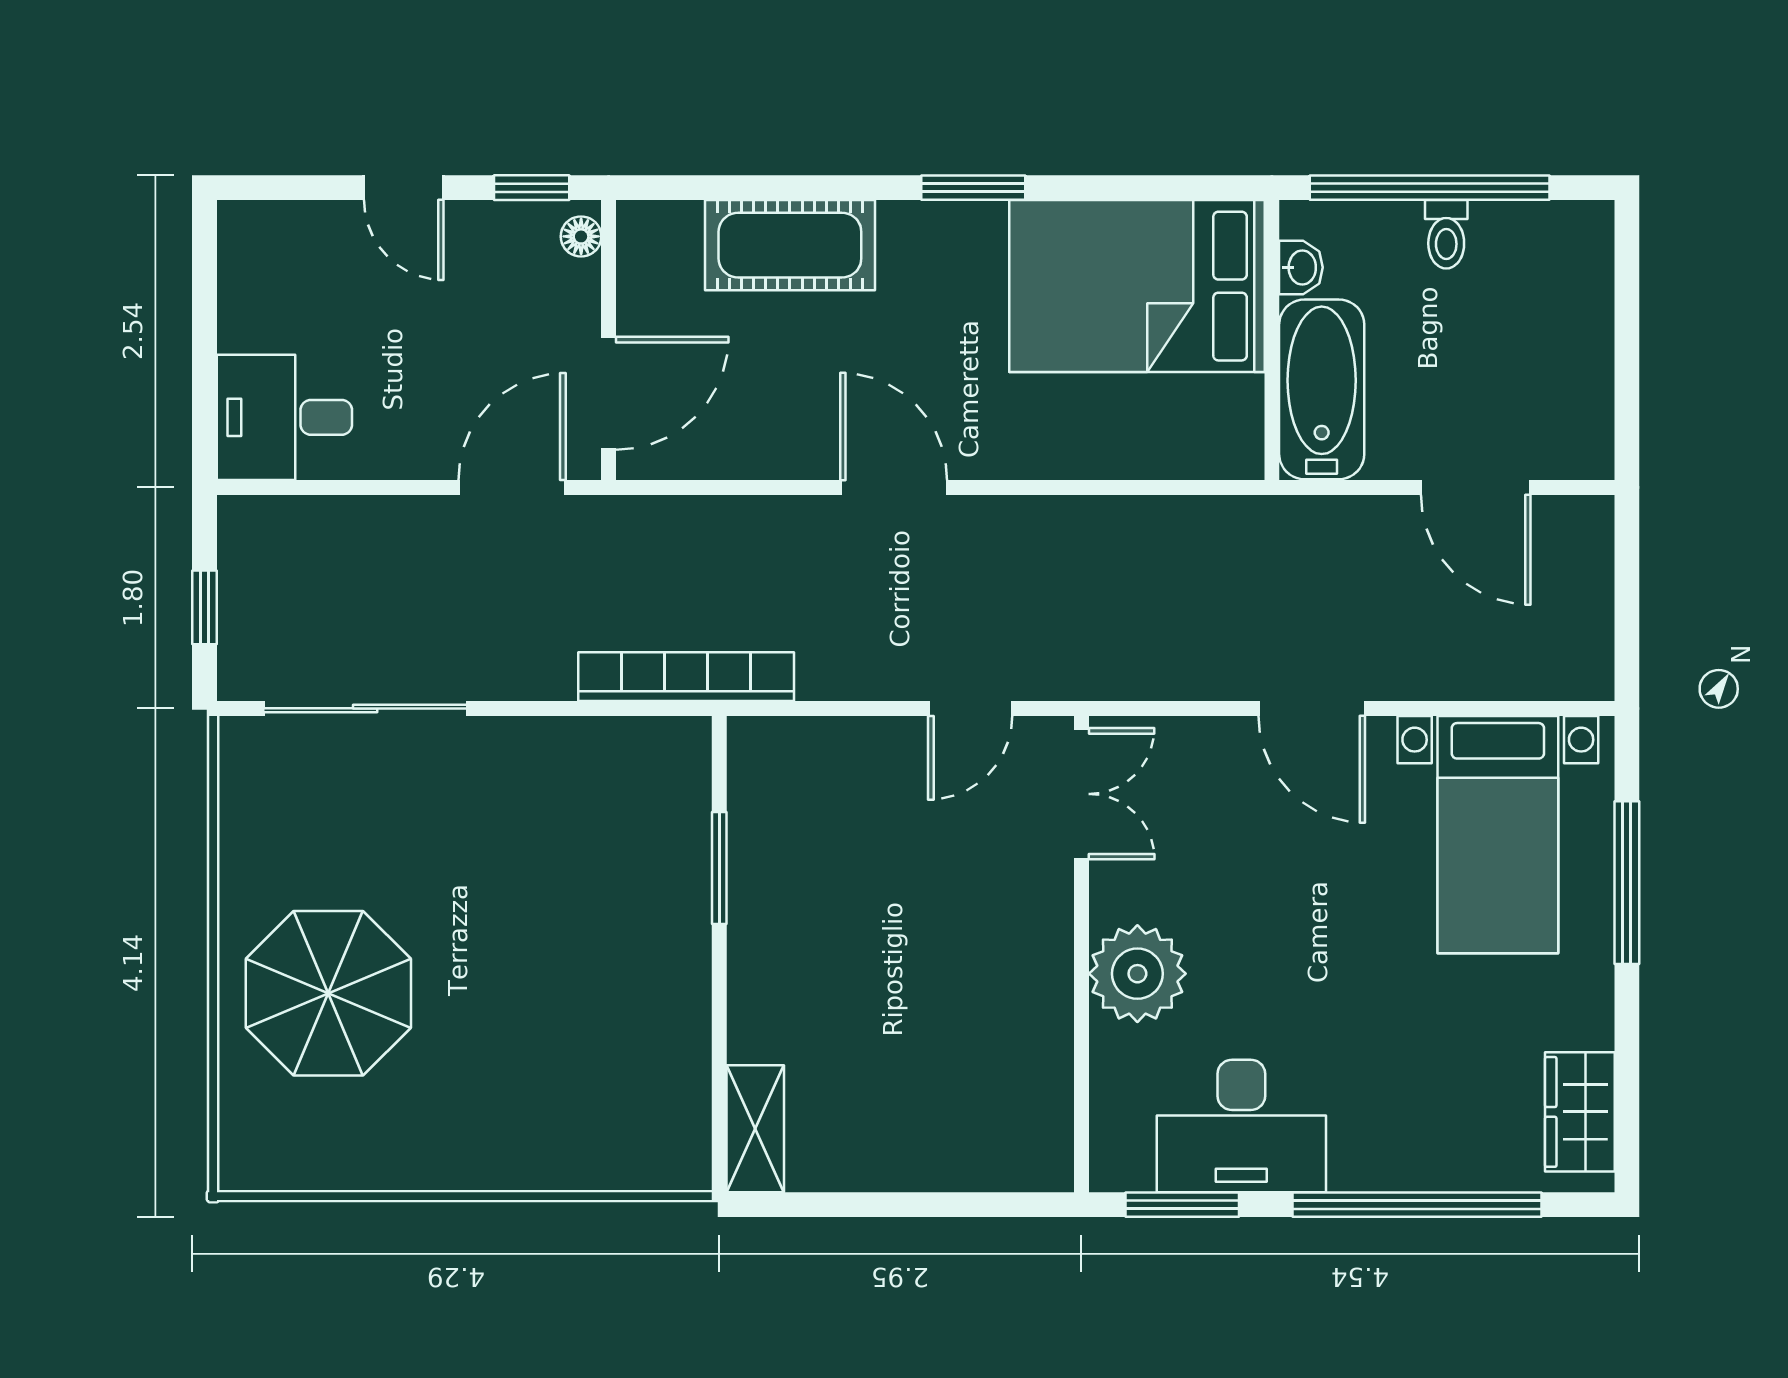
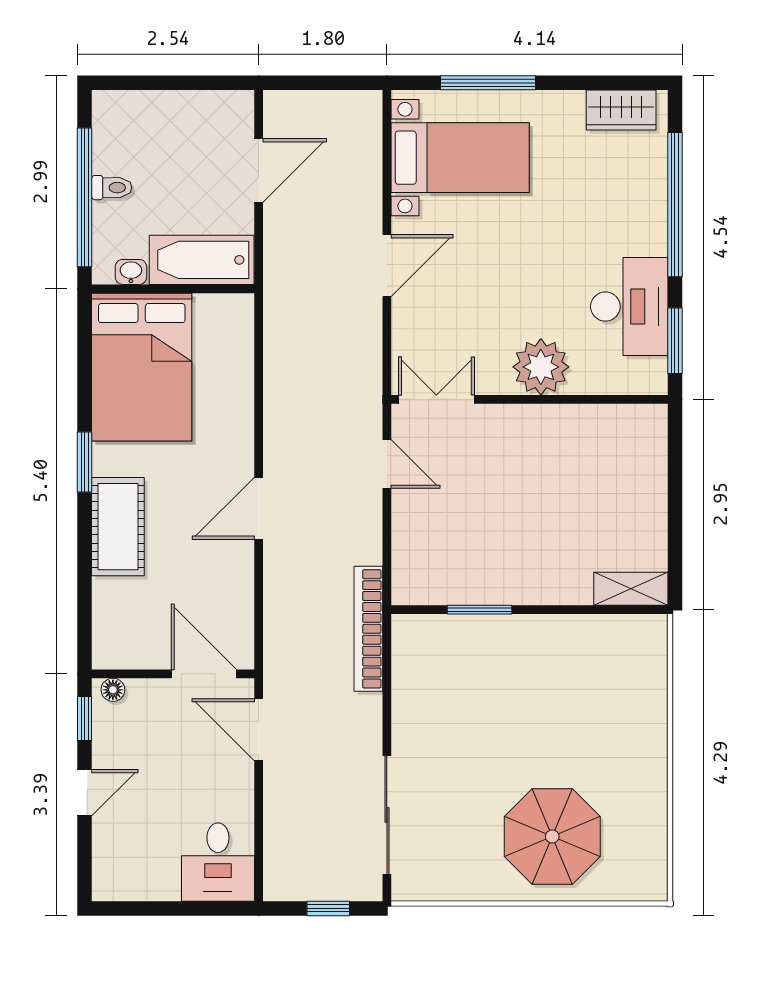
cot: (790, 245) -> (118, 527), moved

